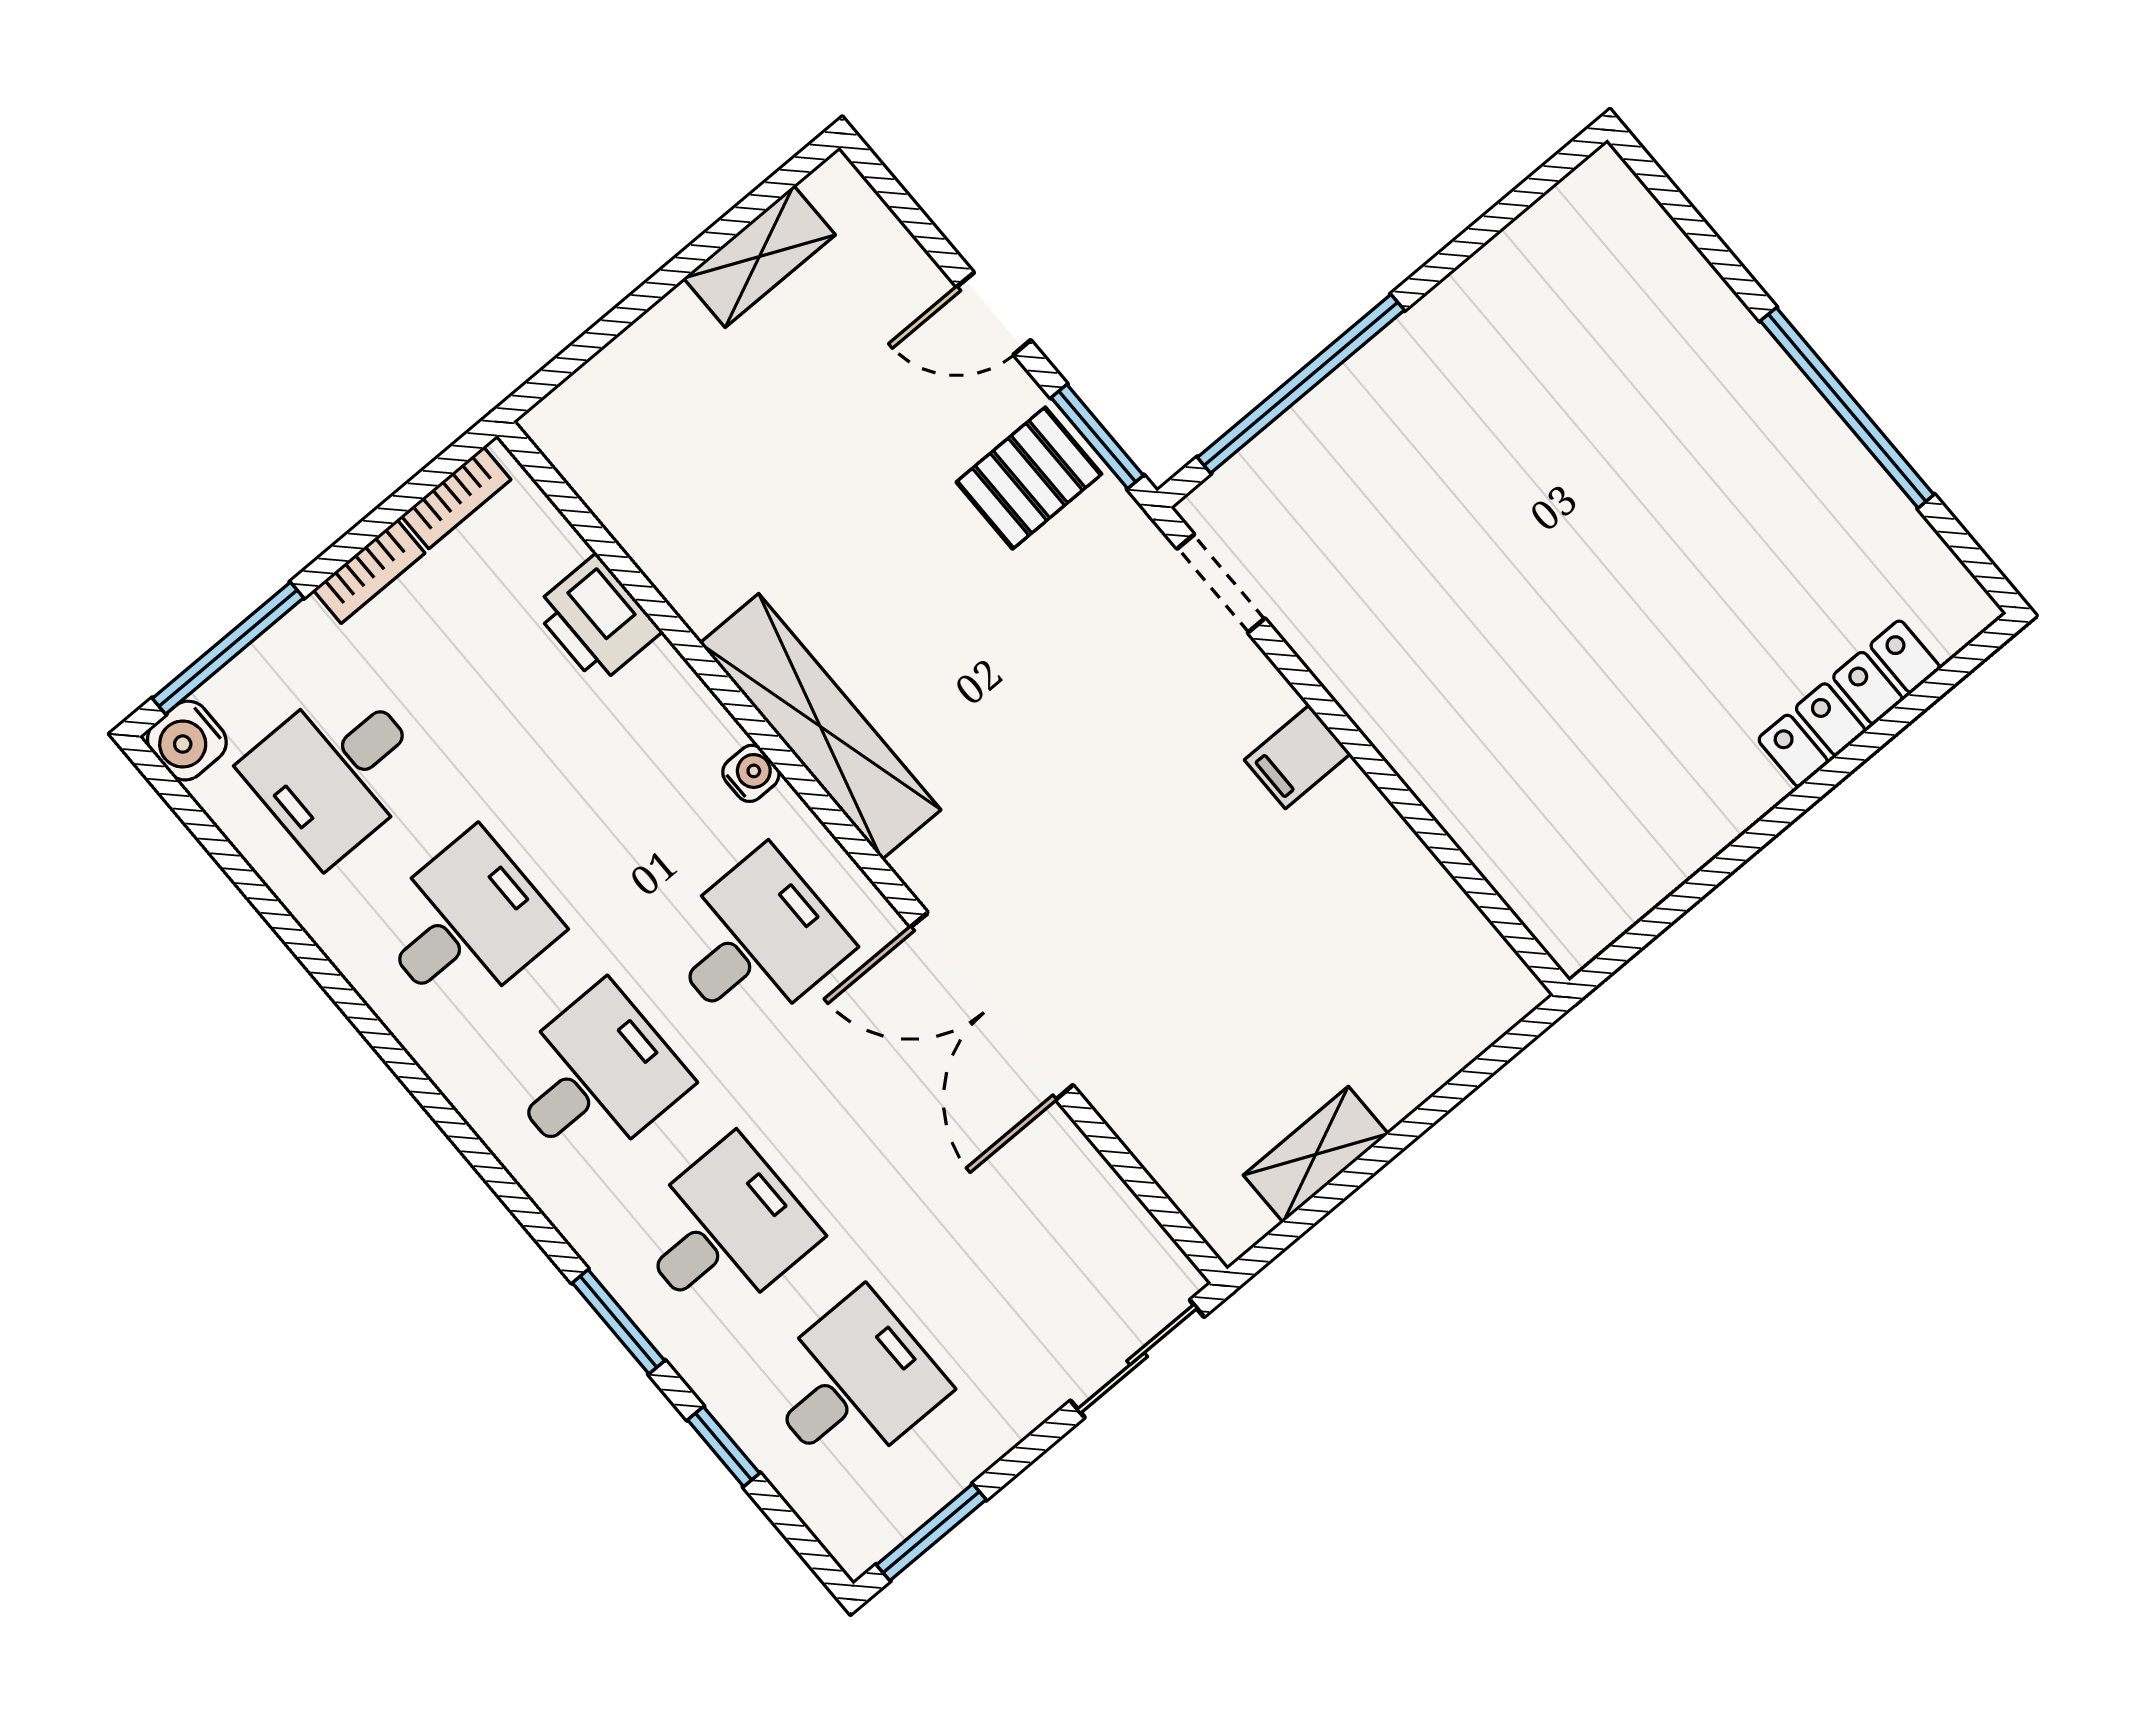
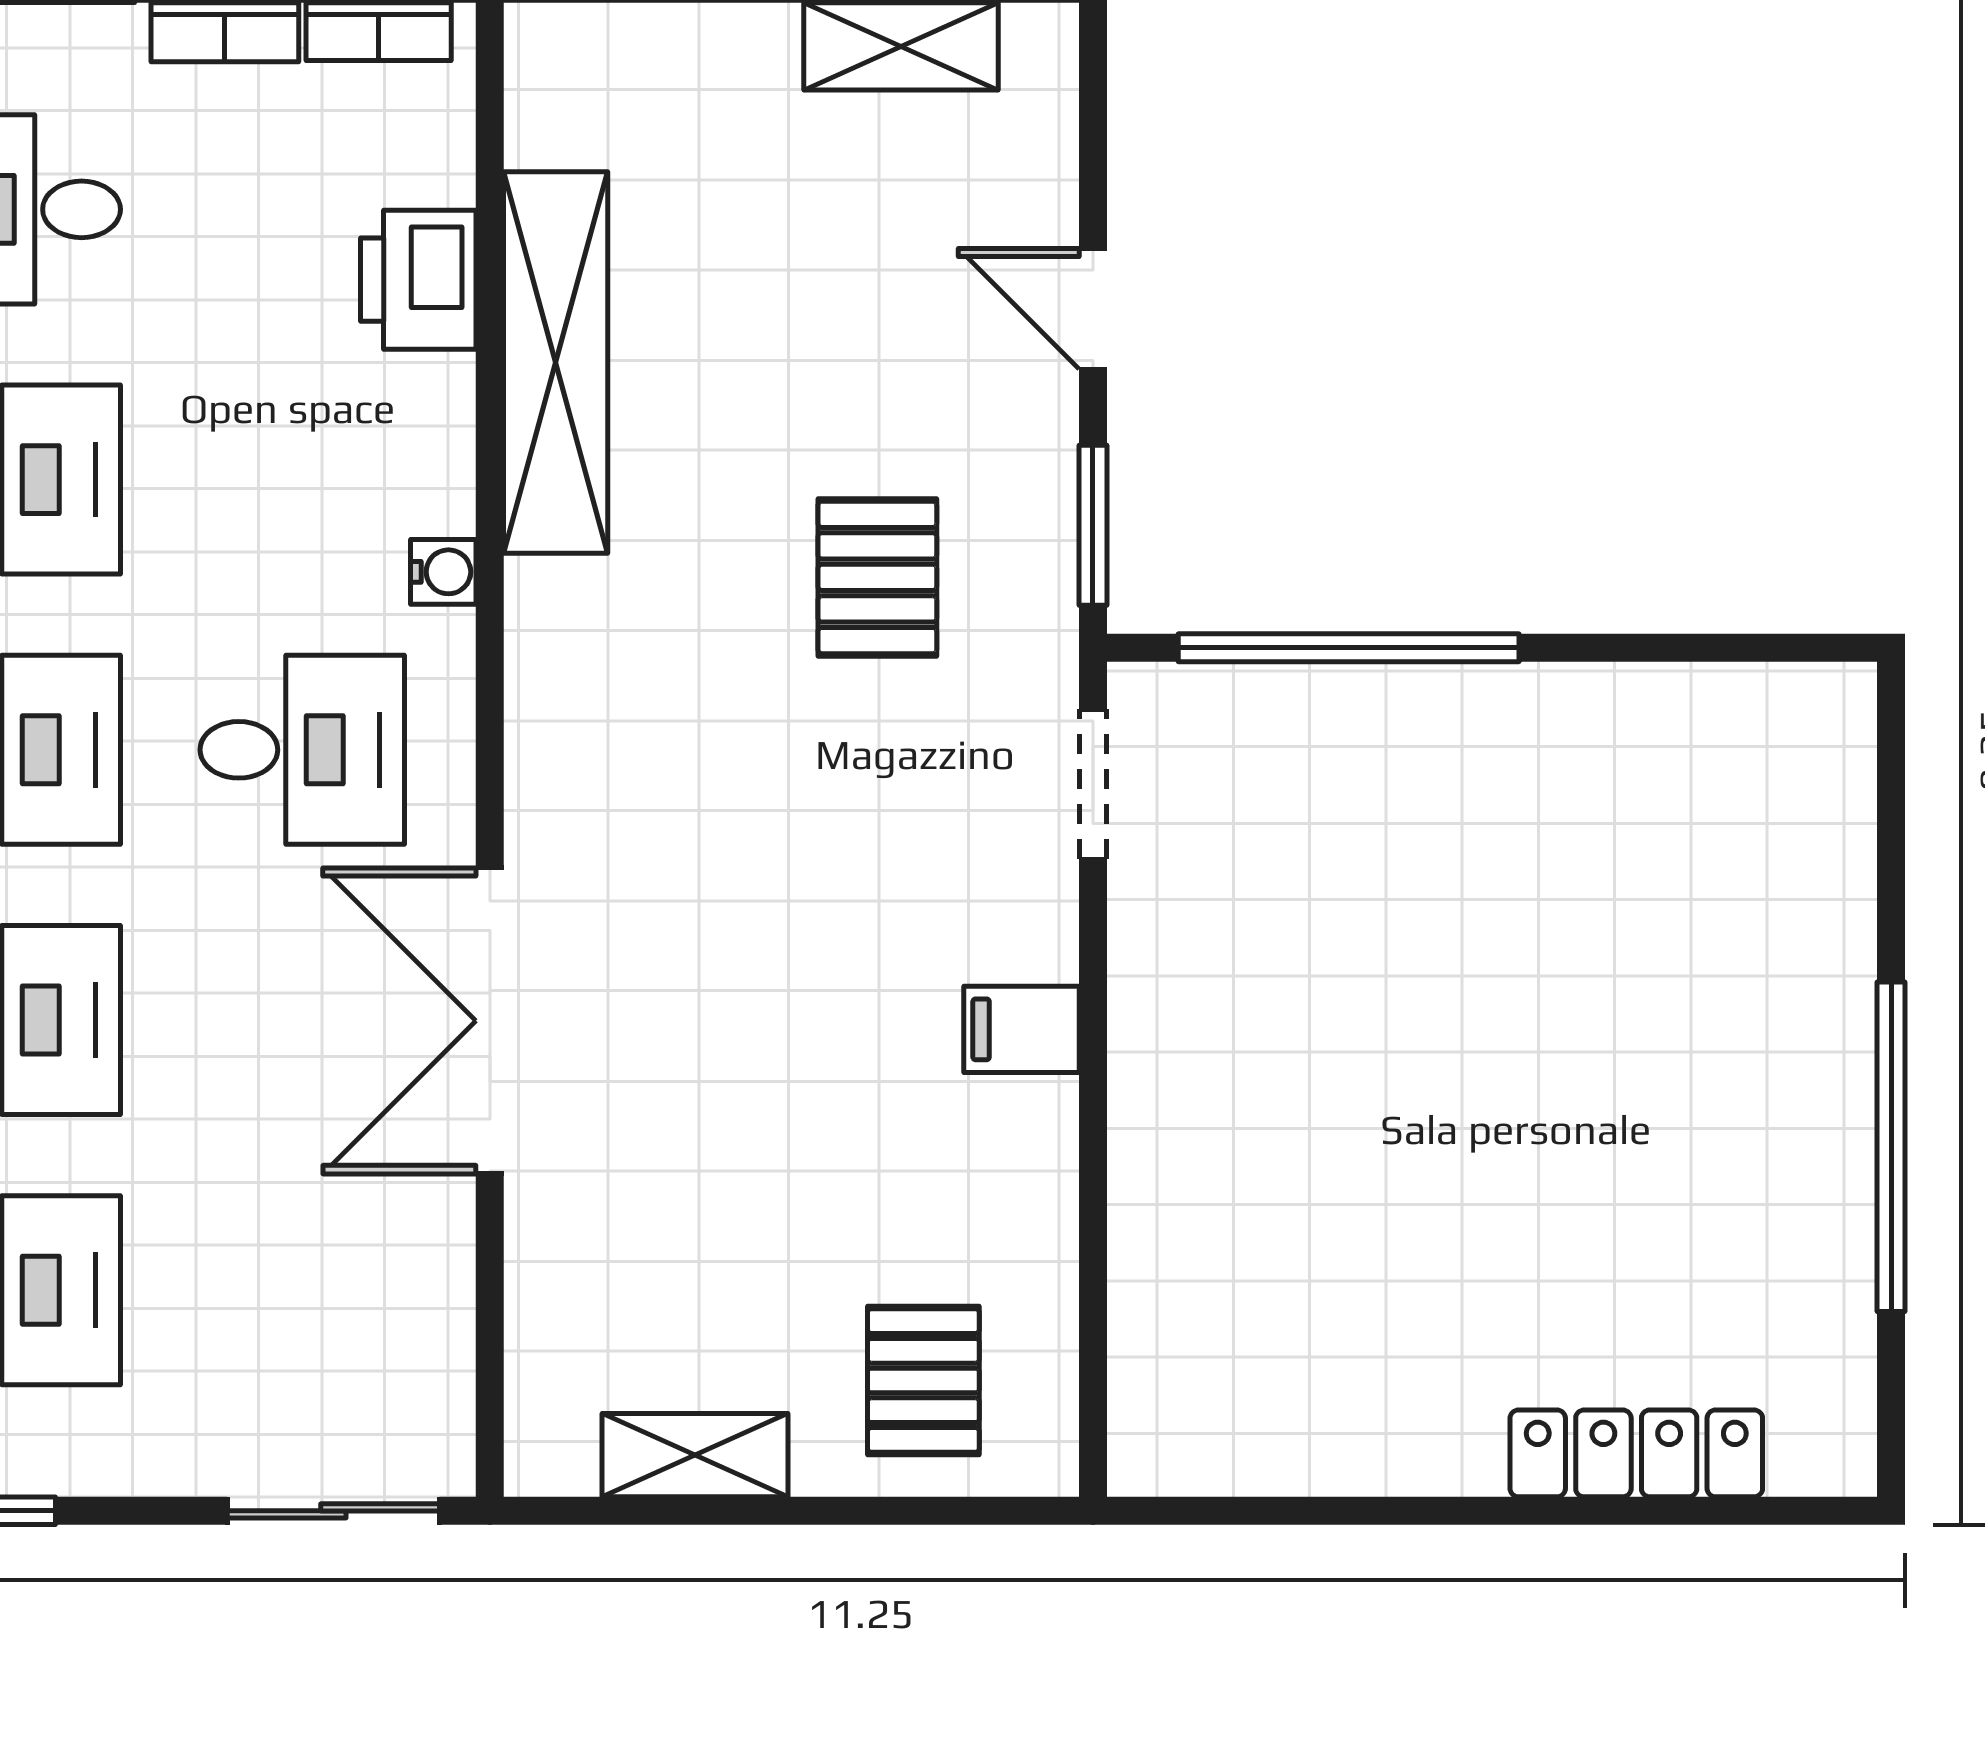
pallet: (1029, 478) -> (877, 577), moved, turned 90
shelving: (820, 726) -> (556, 362), moved
pallet: (1410, 1003) -> (923, 1381), added

